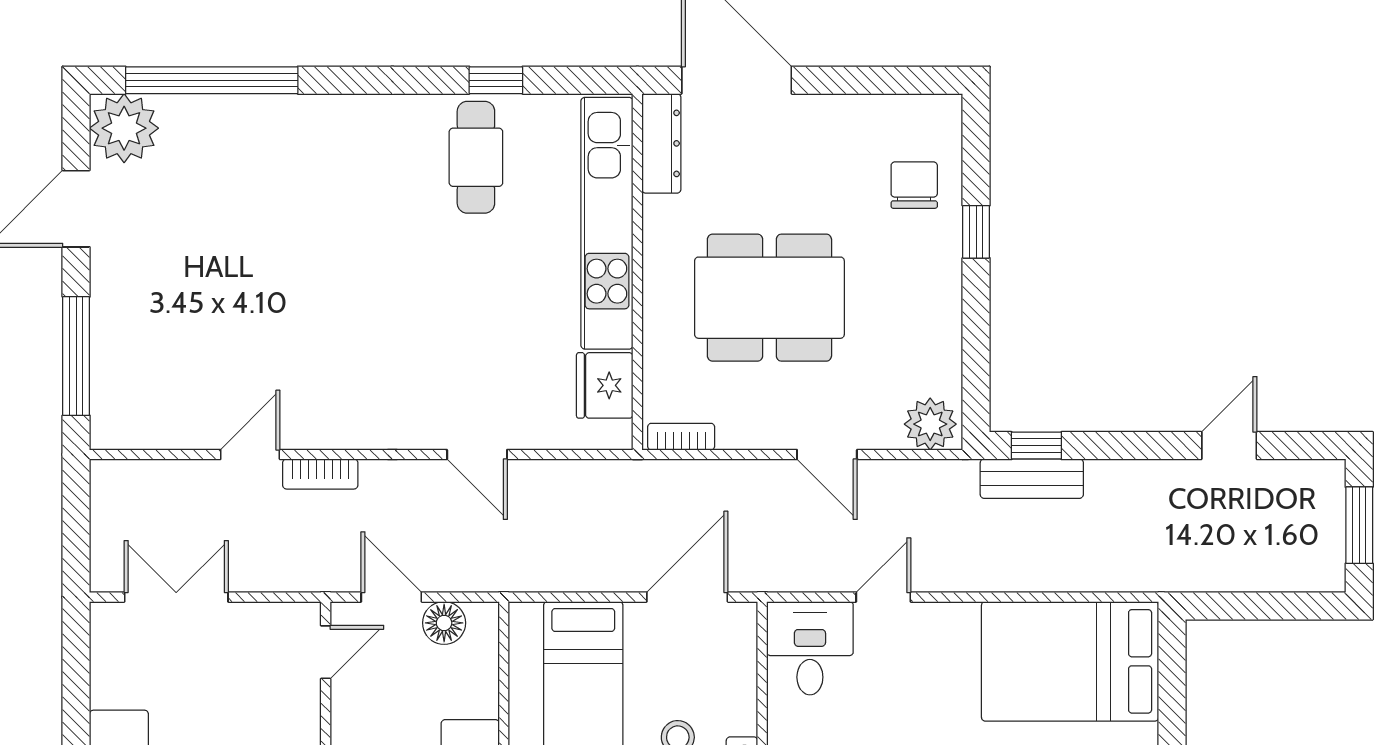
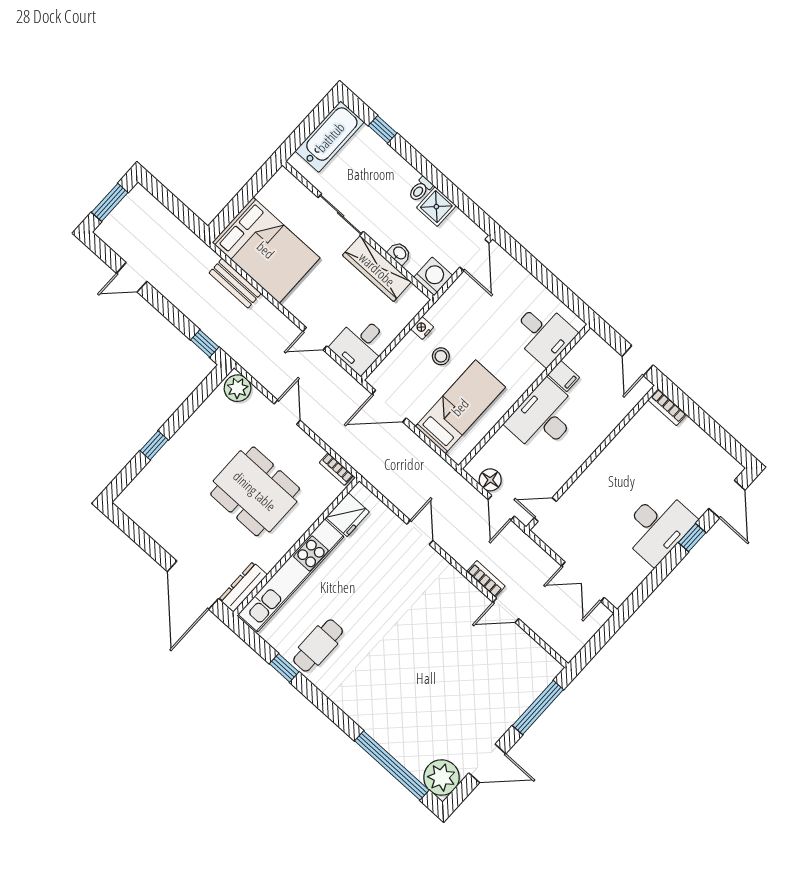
chair: (914, 185) -> (161, 484), removed
bench: (1032, 479) -> (235, 283), moved

